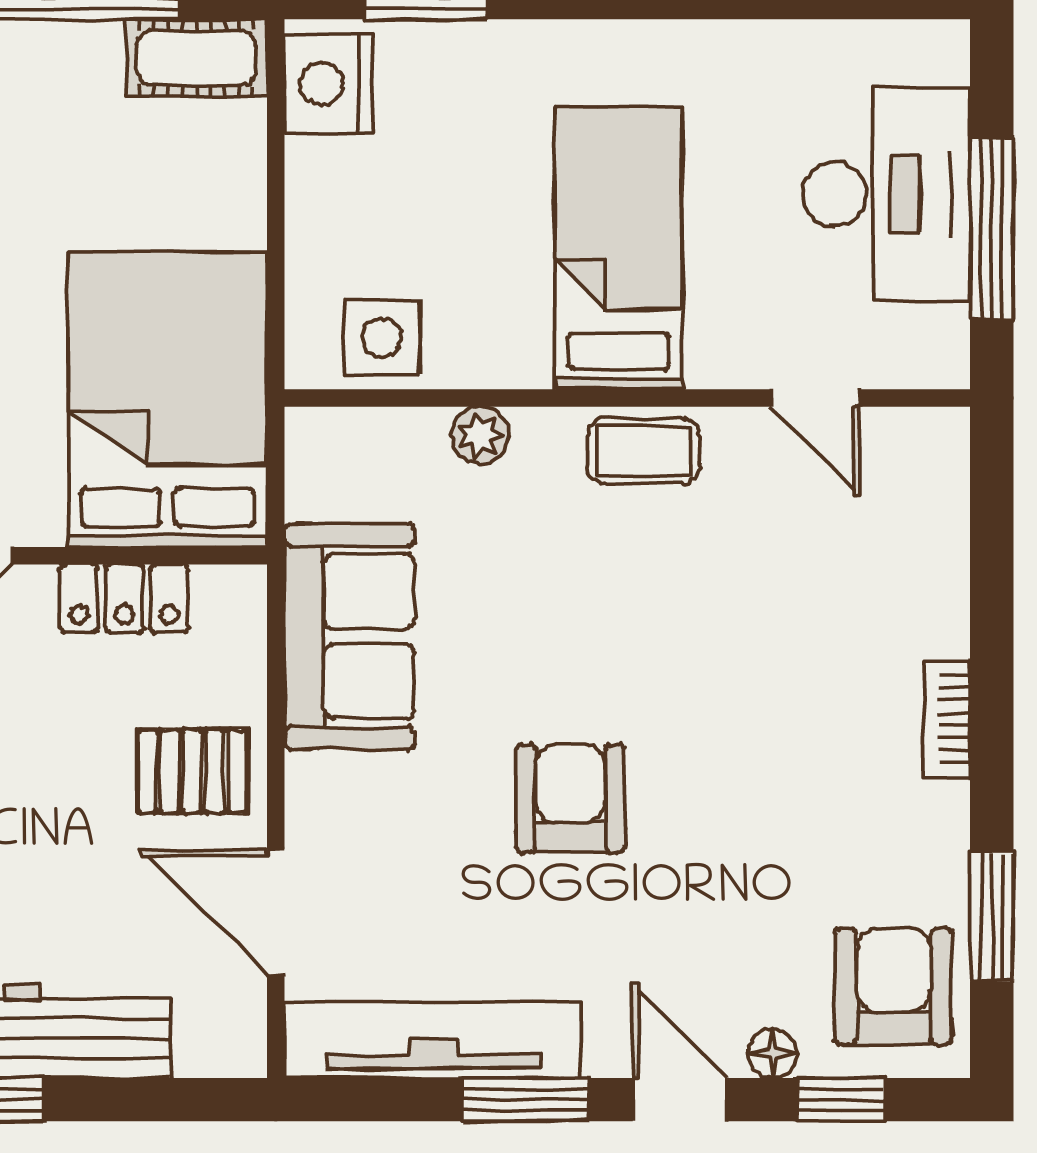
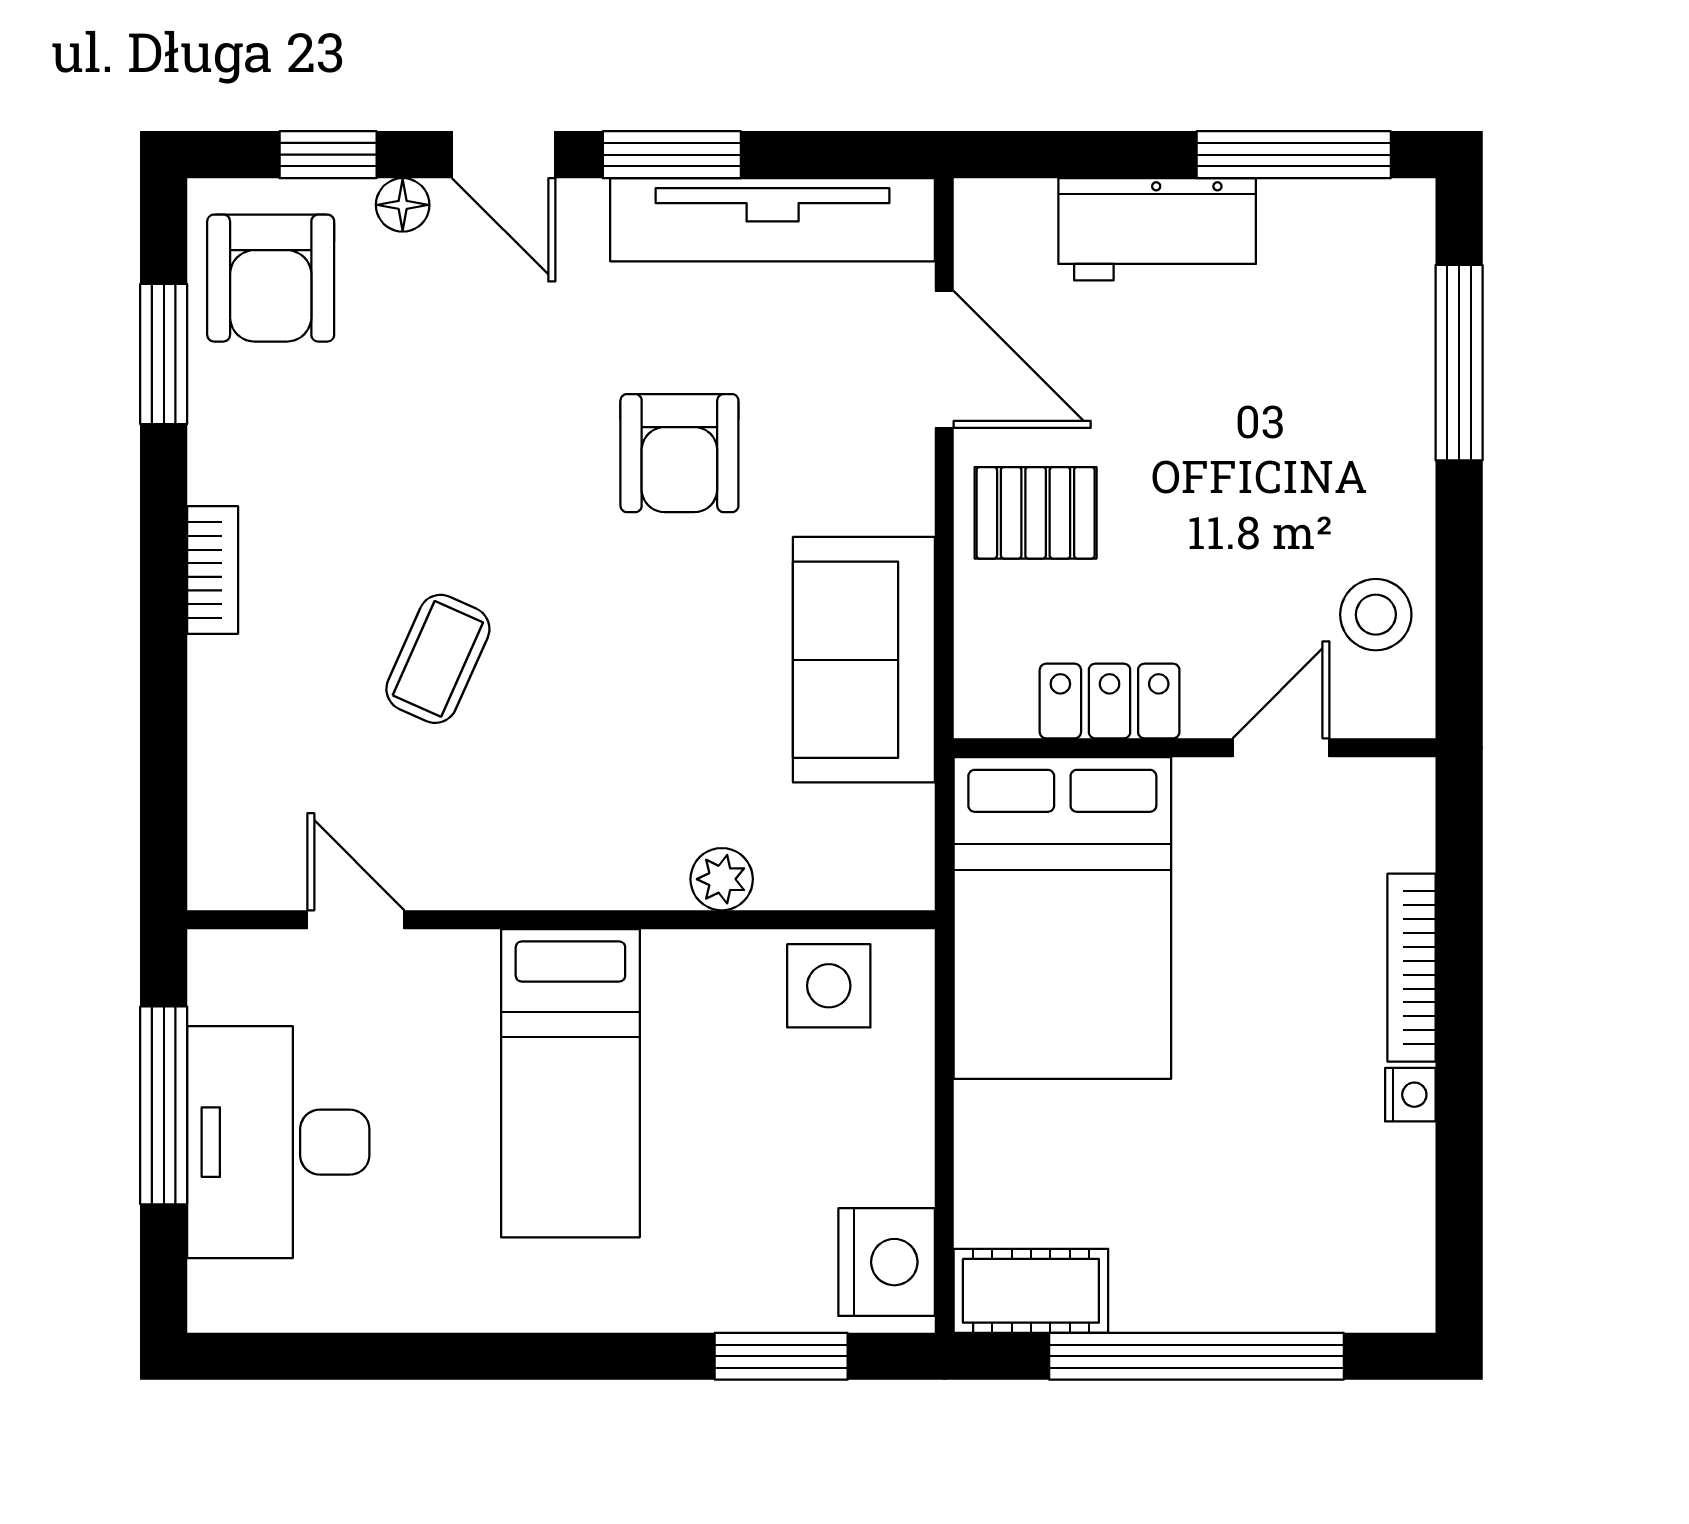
coffee table: (644, 451) -> (438, 659), moved, turned -66
armchair: (570, 798) -> (679, 453), moved

